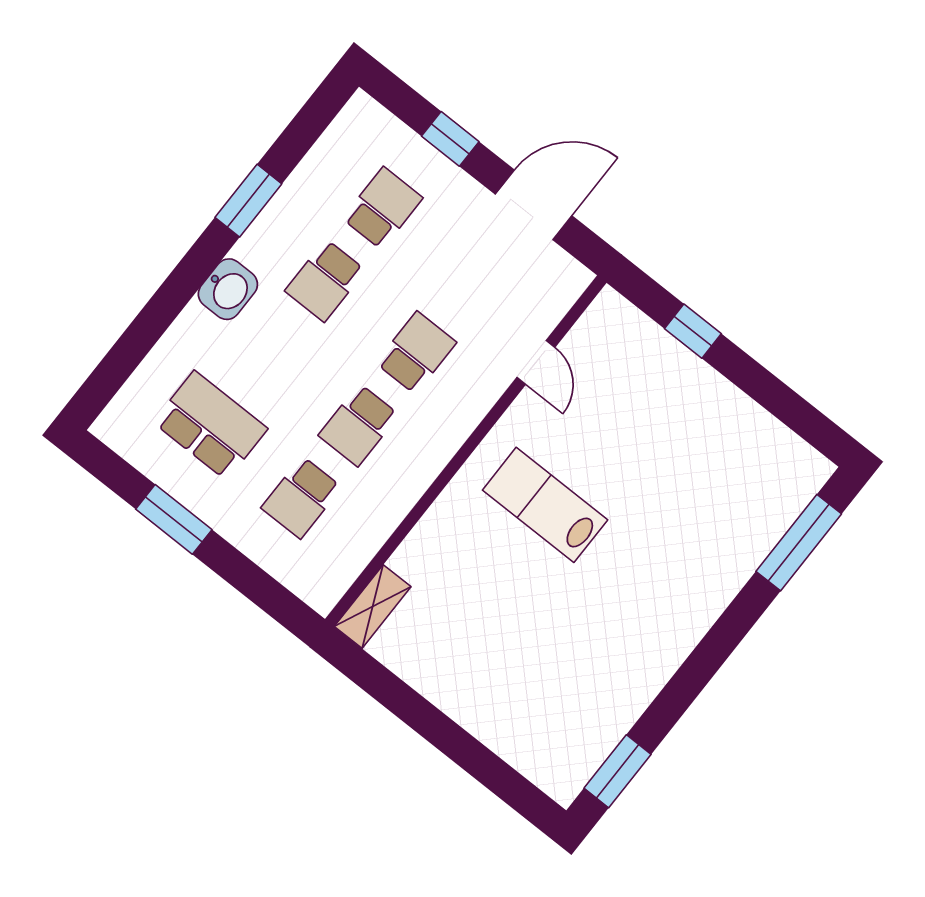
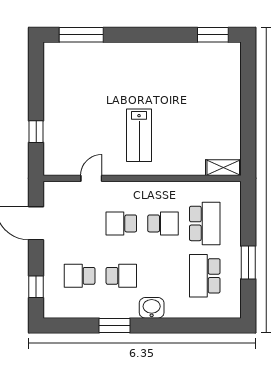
window: (450, 139) -> (36, 287), moved
school desk: (301, 497) -> (205, 223), width x1.85

